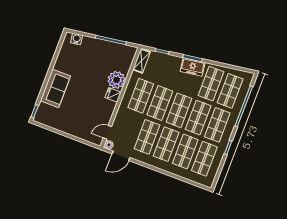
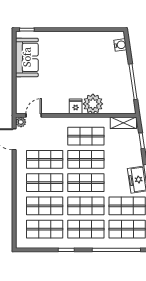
sofa: (55, 88) -> (27, 57), moved, turned -90
door: (107, 132) -> (34, 115), hinge flipped

